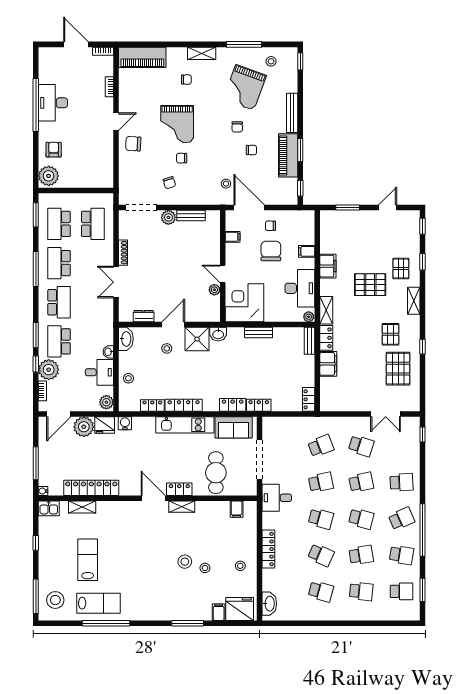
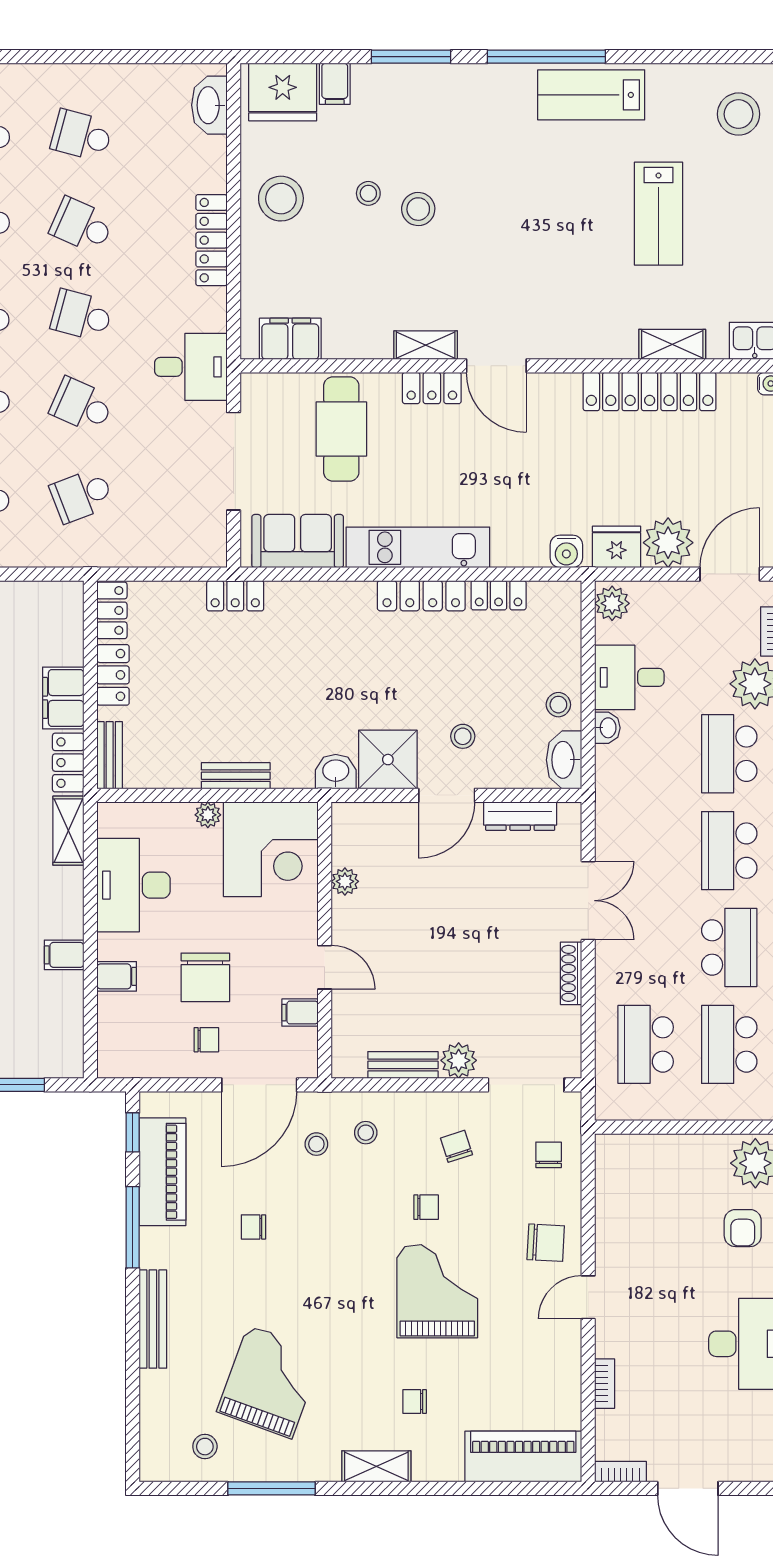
window: (300, 61) -> (133, 1446), removed
chair: (237, 127) -> (549, 1155), moved
window: (300, 150) -> (133, 1227), width x1.44
piano: (288, 155) -> (163, 1172), moved
stool: (206, 188) -> (366, 1133), added
door: (249, 208) -> (259, 1085), hinge flipped
school desk: (59, 224) -> (729, 1044), turned 180
filing cabinet: (328, 266) -> (64, 955), width x0.50
door: (223, 274) -> (325, 967), moved
dresser: (144, 316) -> (520, 816), width x1.44
plant: (309, 317) -> (208, 815), moved
school desk: (59, 341) -> (729, 754), turned 180
stool: (128, 378) -> (558, 705), moved
locker: (233, 405) -> (113, 675), moved, turned -90
school desk: (321, 482) -> (82, 405), turned 36
filing cabinet: (237, 509) -> (290, 339), width x2.00
stool: (240, 566) -> (281, 199), width x1.89, depth x1.89
lab bench: (99, 603) -> (591, 95), moved
window: (106, 623) -> (546, 57), moved

